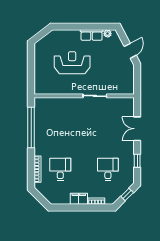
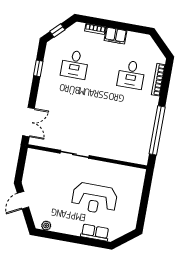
row of seats: (92, 35) -> (95, 233), moved
double door: (137, 129) -> (29, 122), moved

